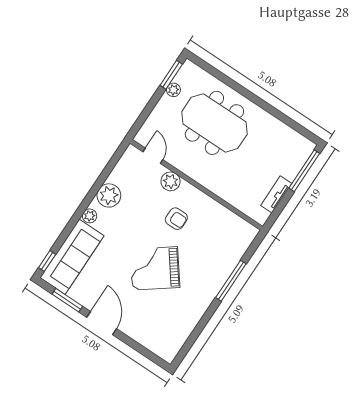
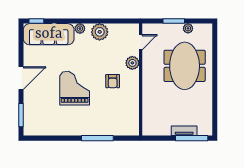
window: (171, 75) -> (174, 21), moved
tv unit: (276, 194) -> (184, 131), moved
grand piano: (155, 268) -> (75, 88), turned 37
window: (67, 300) -> (21, 115), moved

